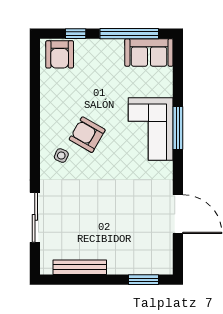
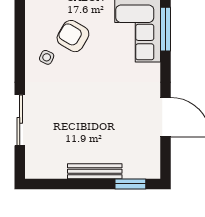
bench: (80, 267) -> (95, 171), moved

